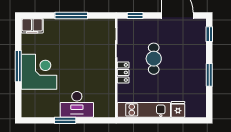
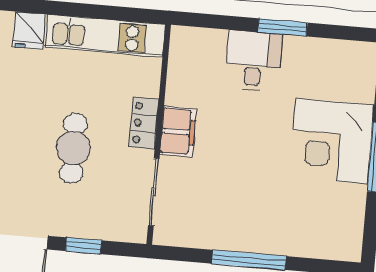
window: (135, 16) -> (84, 246), moved
filing cabinet: (32, 26) -> (178, 132), moved, turned 90
desk: (77, 104) -> (253, 61), width x0.73

